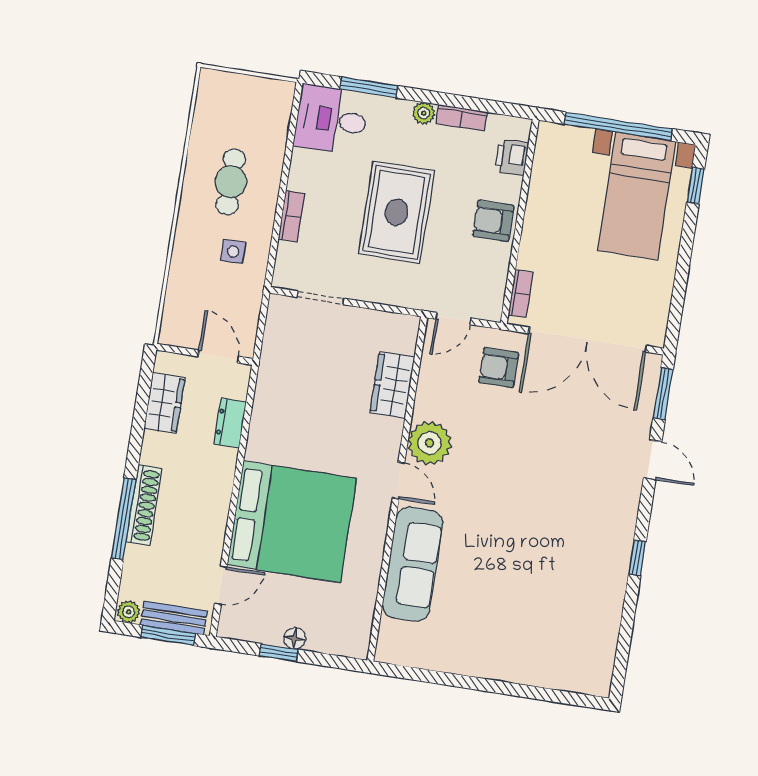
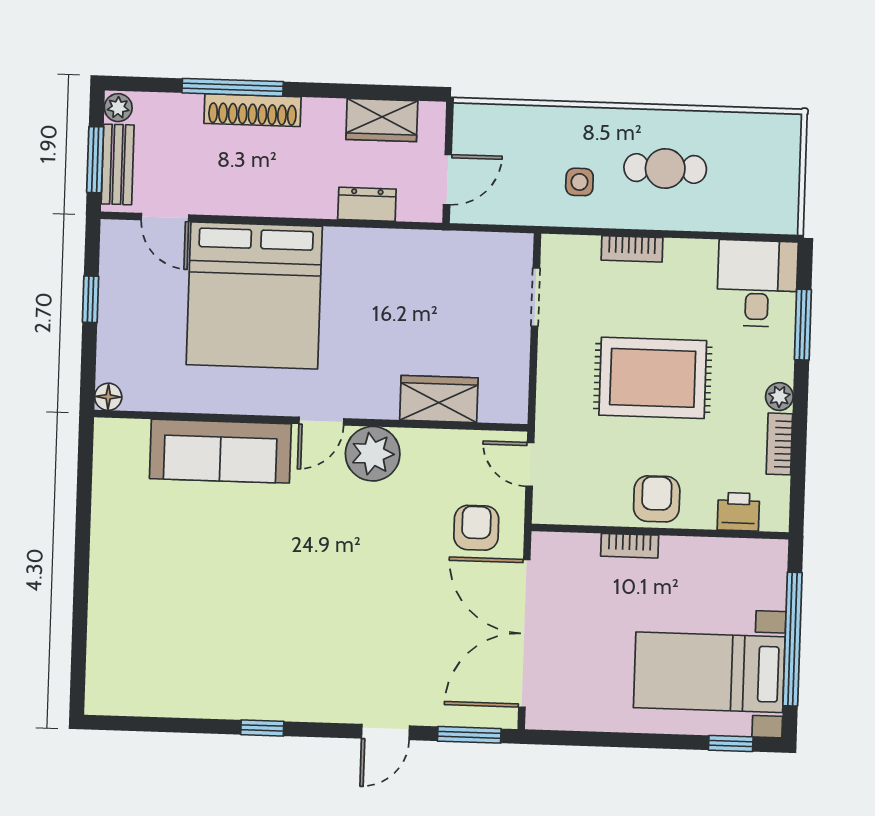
bookcase: (521, 294) -> (630, 546), moved
floor lamp: (295, 638) -> (108, 397), moved

